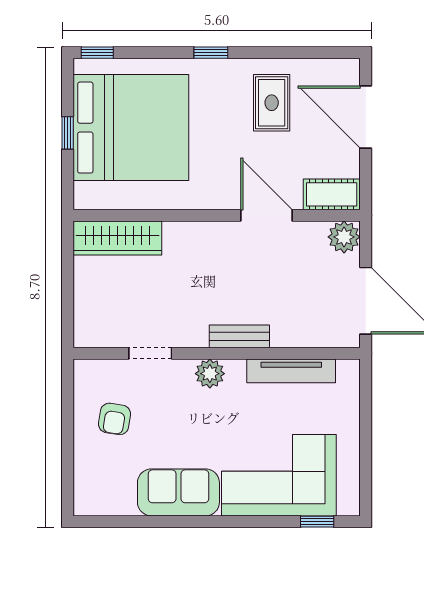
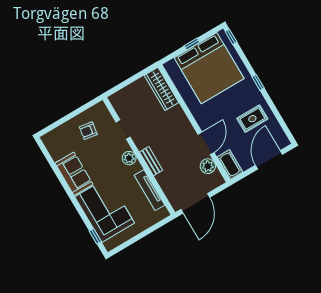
plant: (344, 237) -> (208, 166), moved

